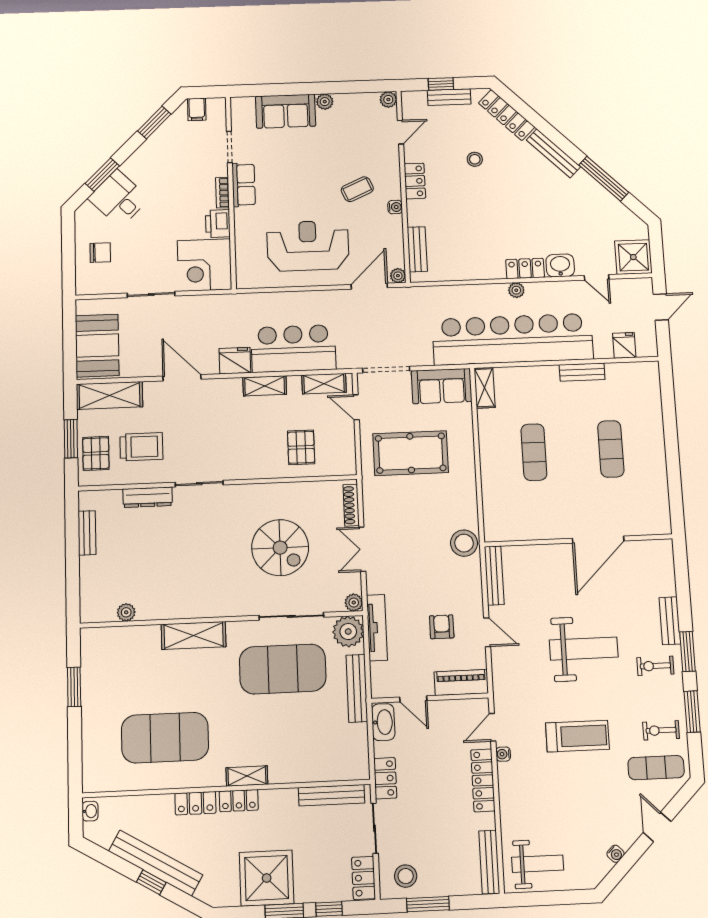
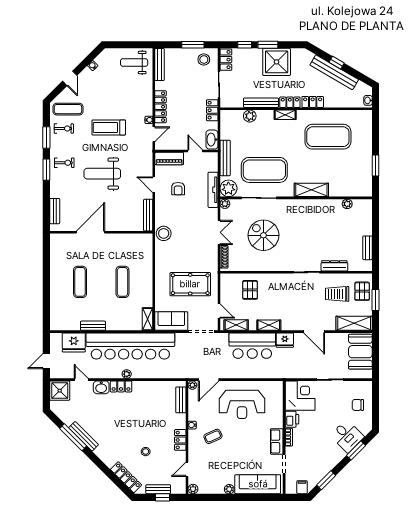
sofa: (286, 111) -> (258, 484), width x1.36
bench: (554, 153) -> (84, 436), moved
fridge: (624, 345) -> (74, 342), width x1.88, depth x1.34
bench: (670, 621) -> (55, 211), moved
plant: (314, 770) -> (250, 116), added
bench: (331, 795) -> (261, 103), moved

